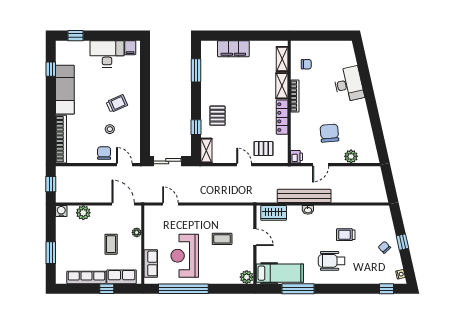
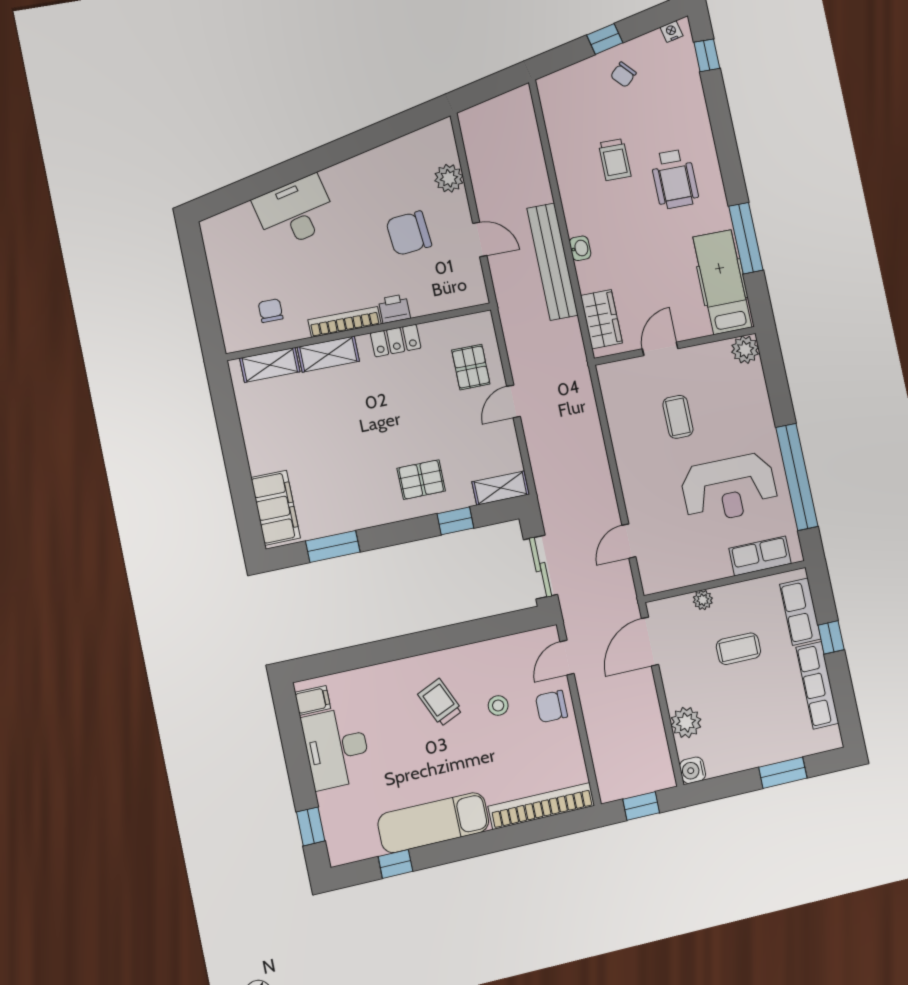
filing cabinet: (233, 49) -> (276, 508), moved
locker: (282, 117) -> (396, 341), width x0.66
printer: (297, 157) -> (394, 309), moved

